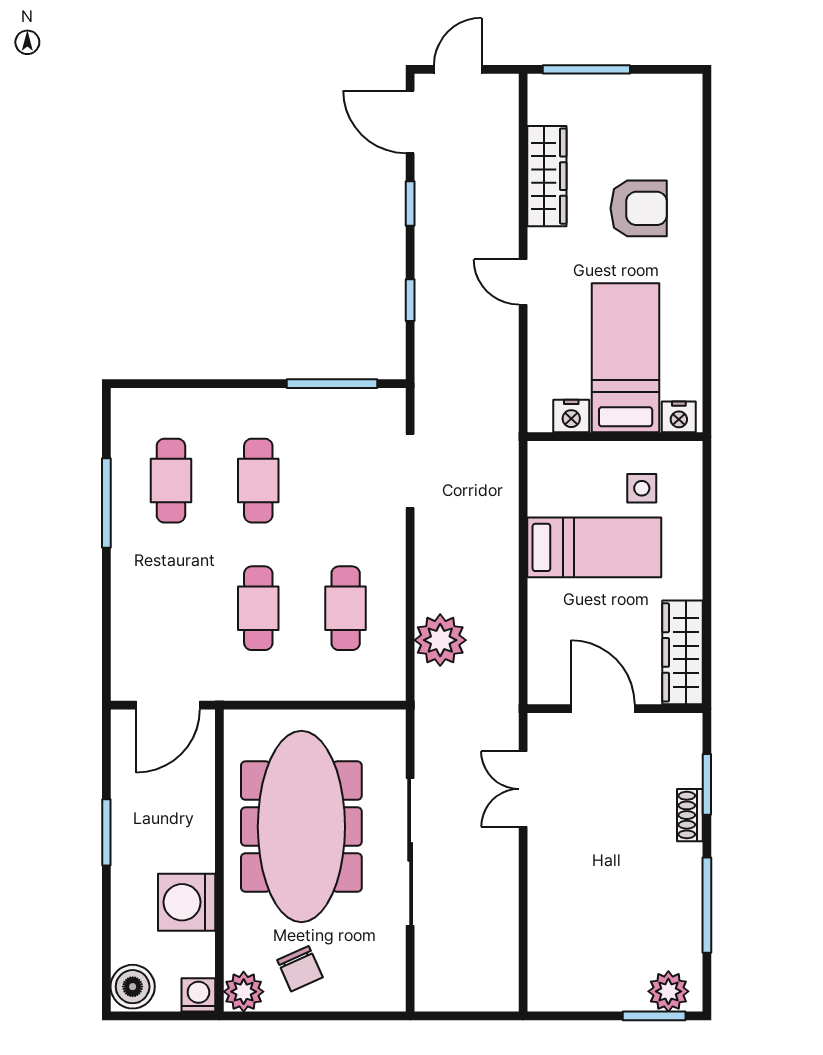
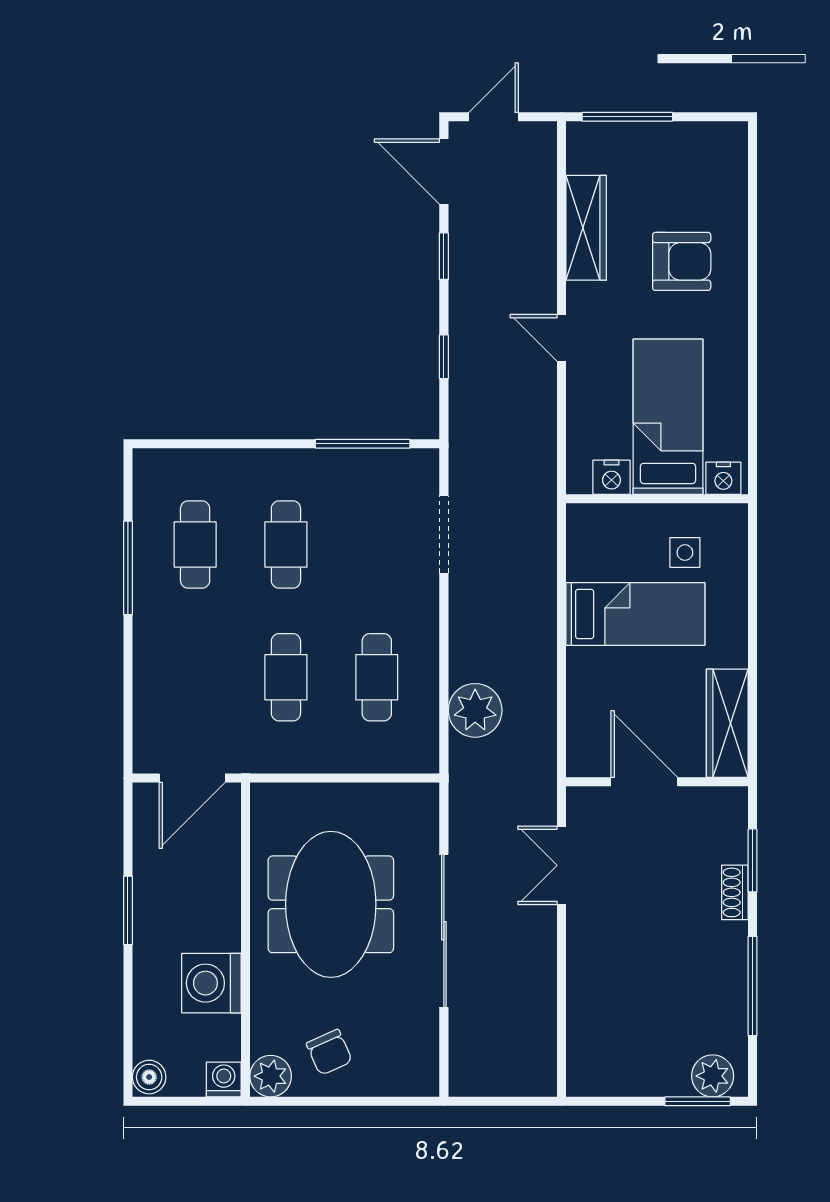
meeting table: (301, 827) -> (331, 904), width x0.73
boiler: (133, 987) -> (149, 1077), width x0.73, depth x0.73

